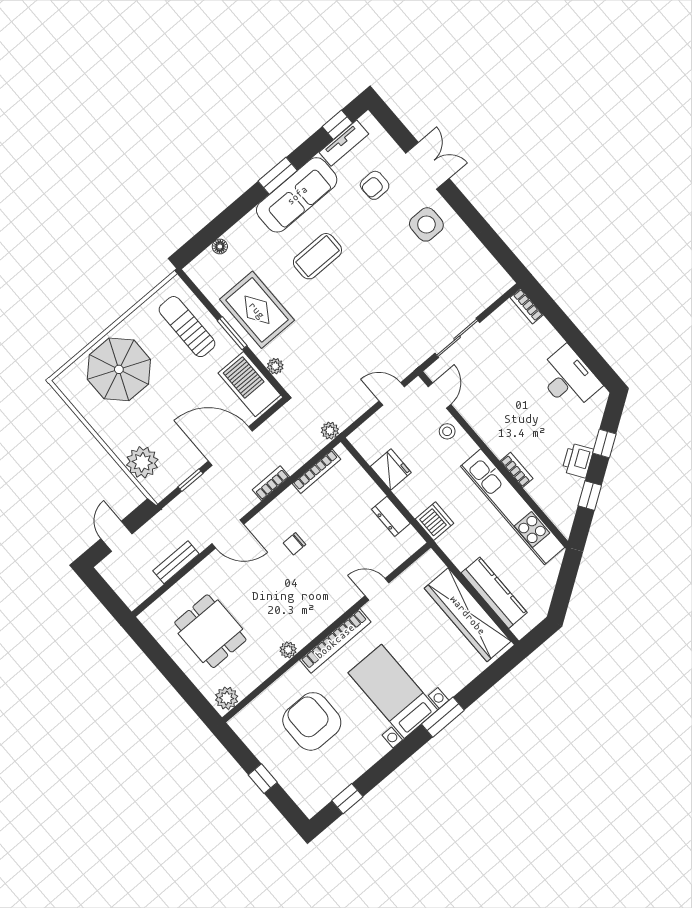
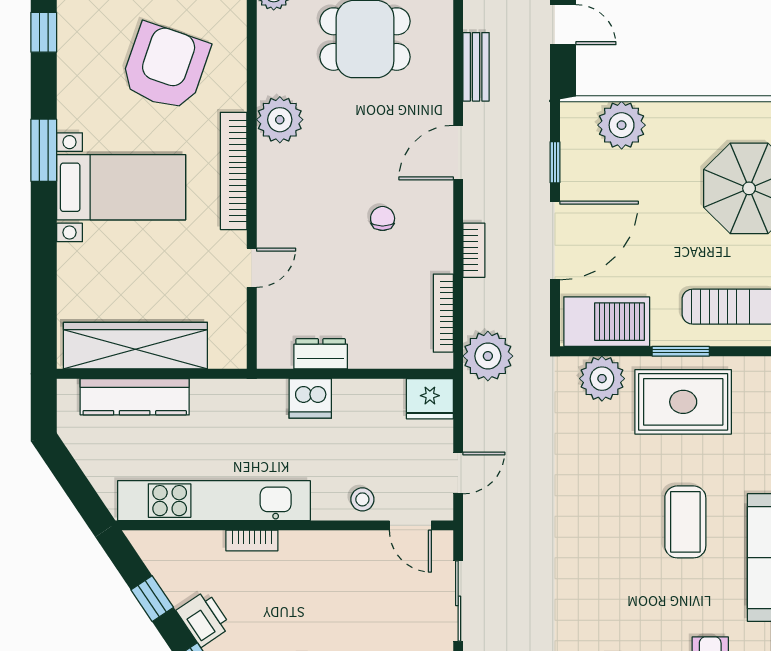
plant: (275, 366) -> (602, 379), width x1.88, depth x1.88
plant: (330, 431) -> (488, 356), width x1.88, depth x1.88
fridge: (391, 470) -> (430, 399), moved
dishwasher: (434, 521) -> (310, 398), moved
plant: (288, 650) -> (280, 120), width x1.87, depth x1.87
window: (443, 717) -> (44, 150), moved
armchair: (312, 721) -> (165, 67), turned -71

